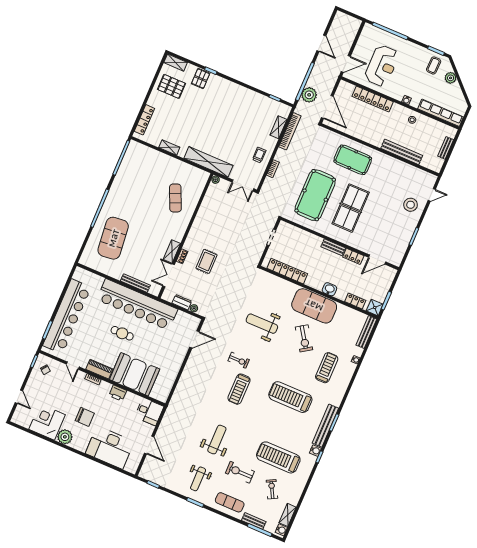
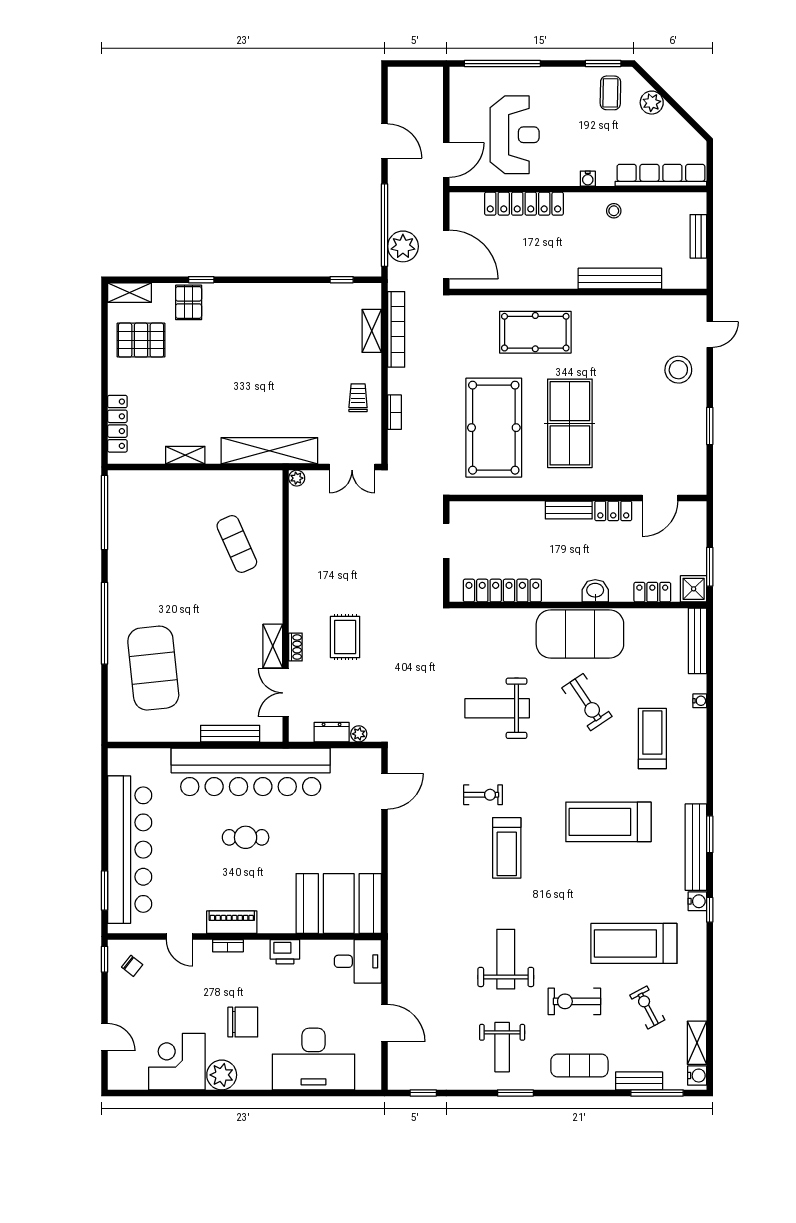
booth: (135, 374) -> (339, 903), moved

